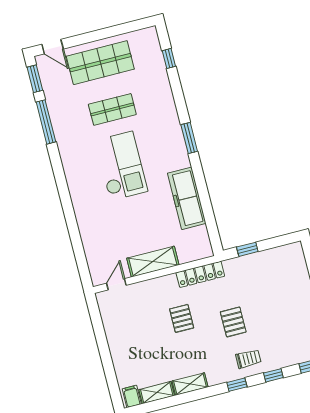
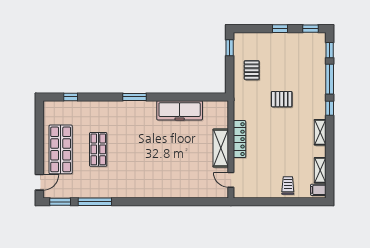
checkout: (121, 166) -> (142, 153), removed
window: (247, 249) -> (230, 48), moved
locker: (200, 274) -> (239, 139), moved
pallet: (182, 318) -> (252, 70), moved, turned 90
trolley: (248, 359) -> (288, 185), moved
window: (273, 375) -> (330, 79), width x2.17
shelving: (190, 384) -> (320, 132), moved

